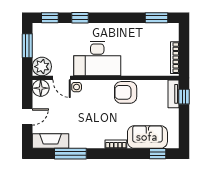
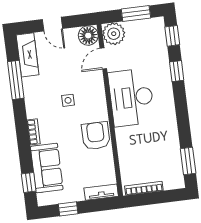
side table: (77, 87) -> (68, 100), moved
window: (184, 97) -> (68, 209), moved

